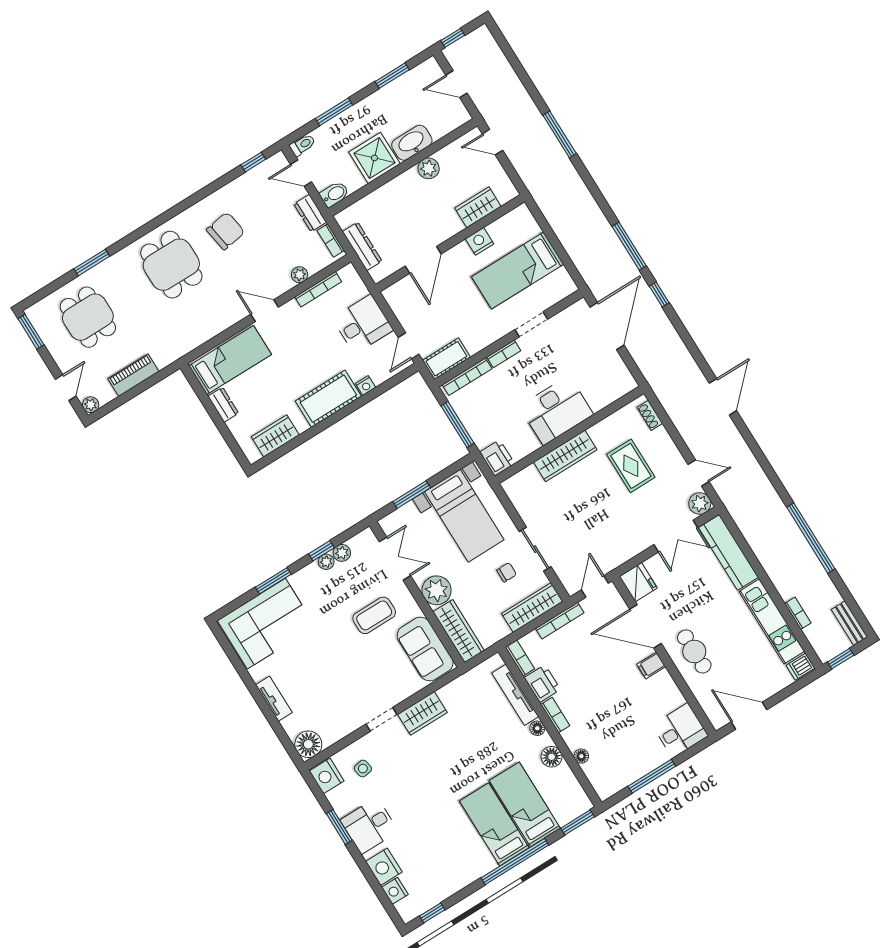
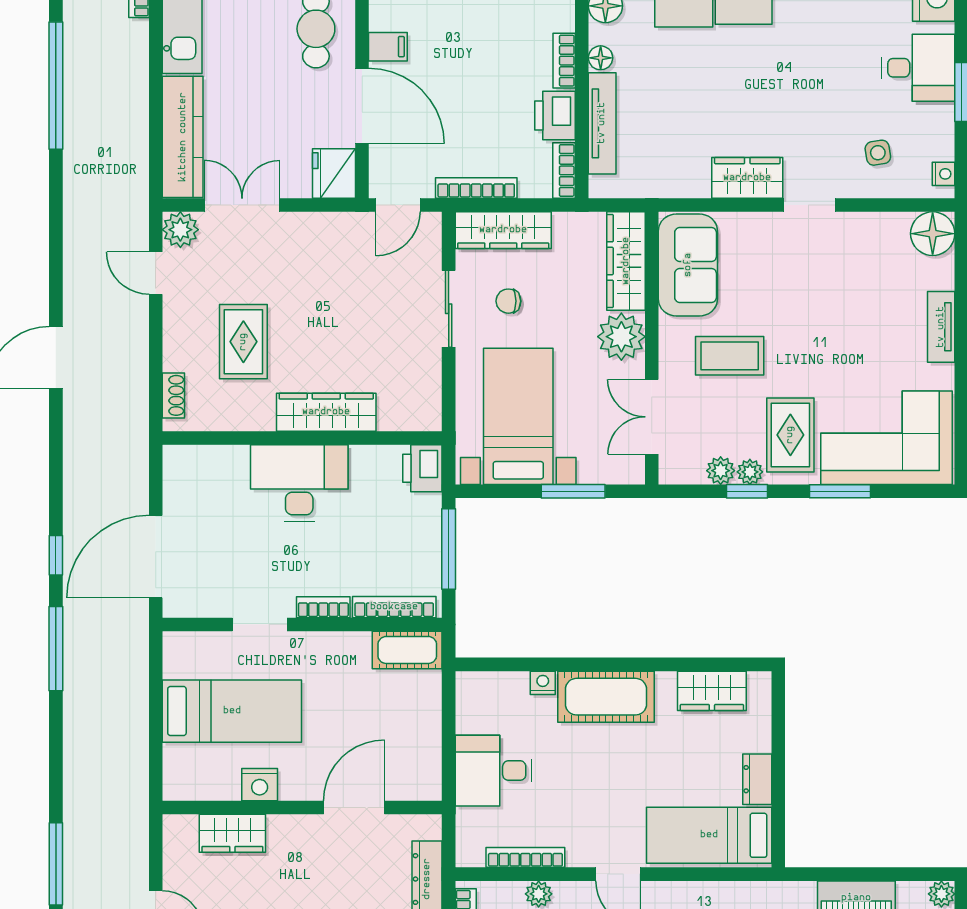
door: (409, 346) -> (449, 701), removed
rug: (317, 594) -> (790, 435), added
nightstand: (327, 776) -> (943, 174), width x0.53, depth x0.56

